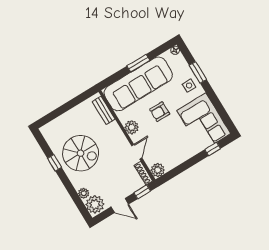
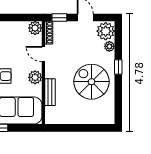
bench: (104, 110) -> (50, 92), moved
door: (137, 152) -> (43, 54), hinge flipped
window: (55, 163) -> (118, 67), moved

